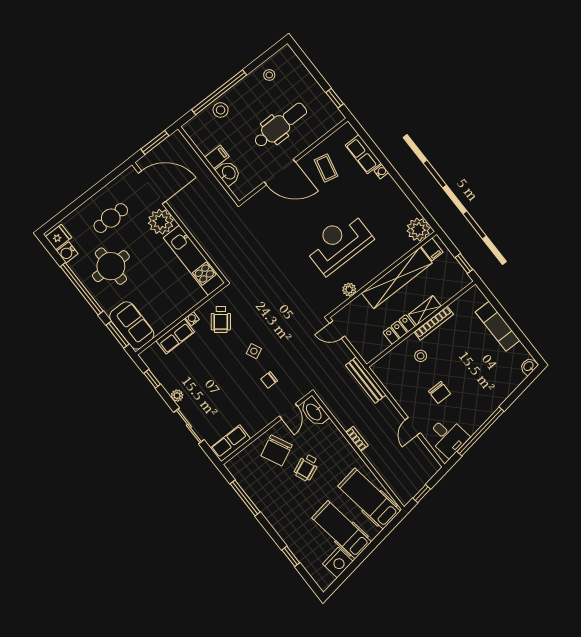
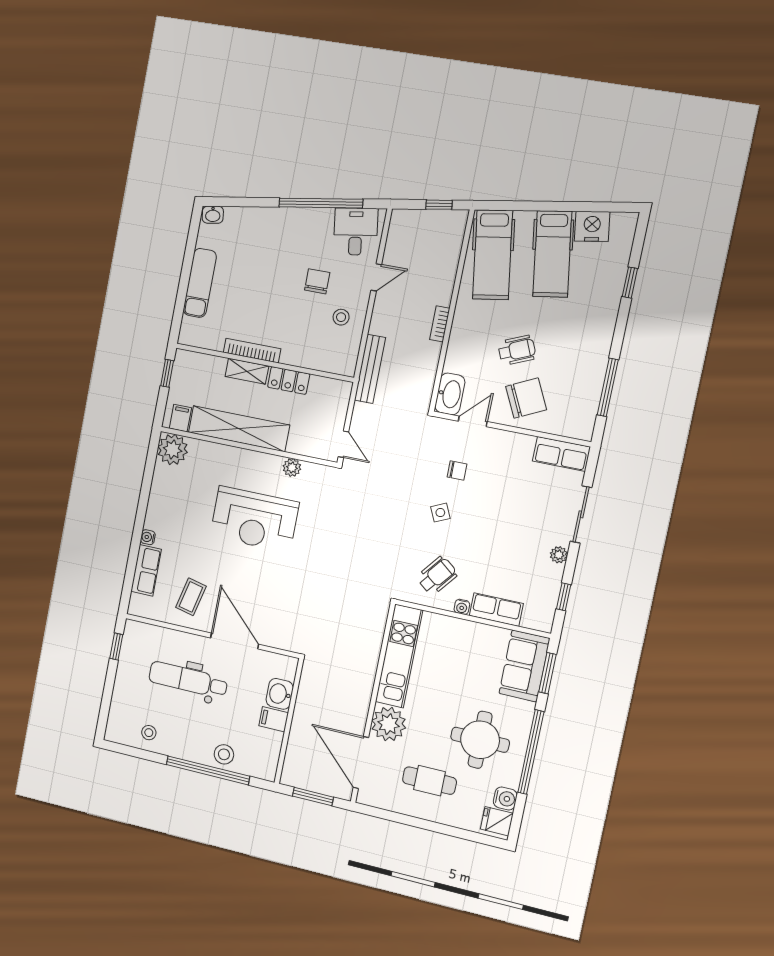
stool: (421, 356) -> (341, 317), moved

